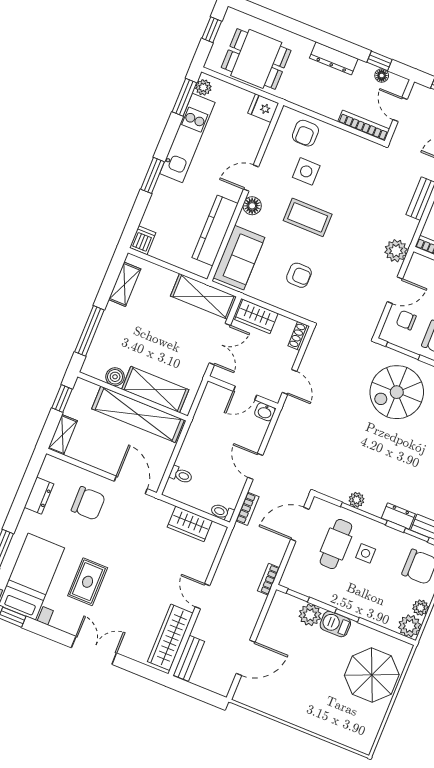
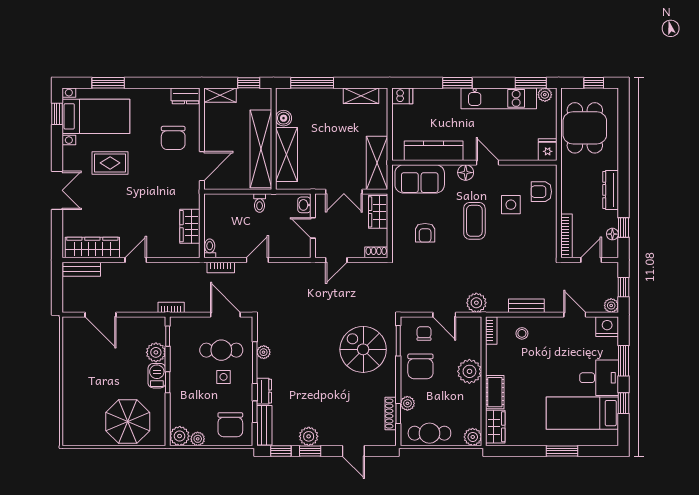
washbasin: (265, 412) -> (304, 205), moved
toilet: (181, 475) -> (260, 203), moved
dresser: (39, 496) -> (185, 96), moved

